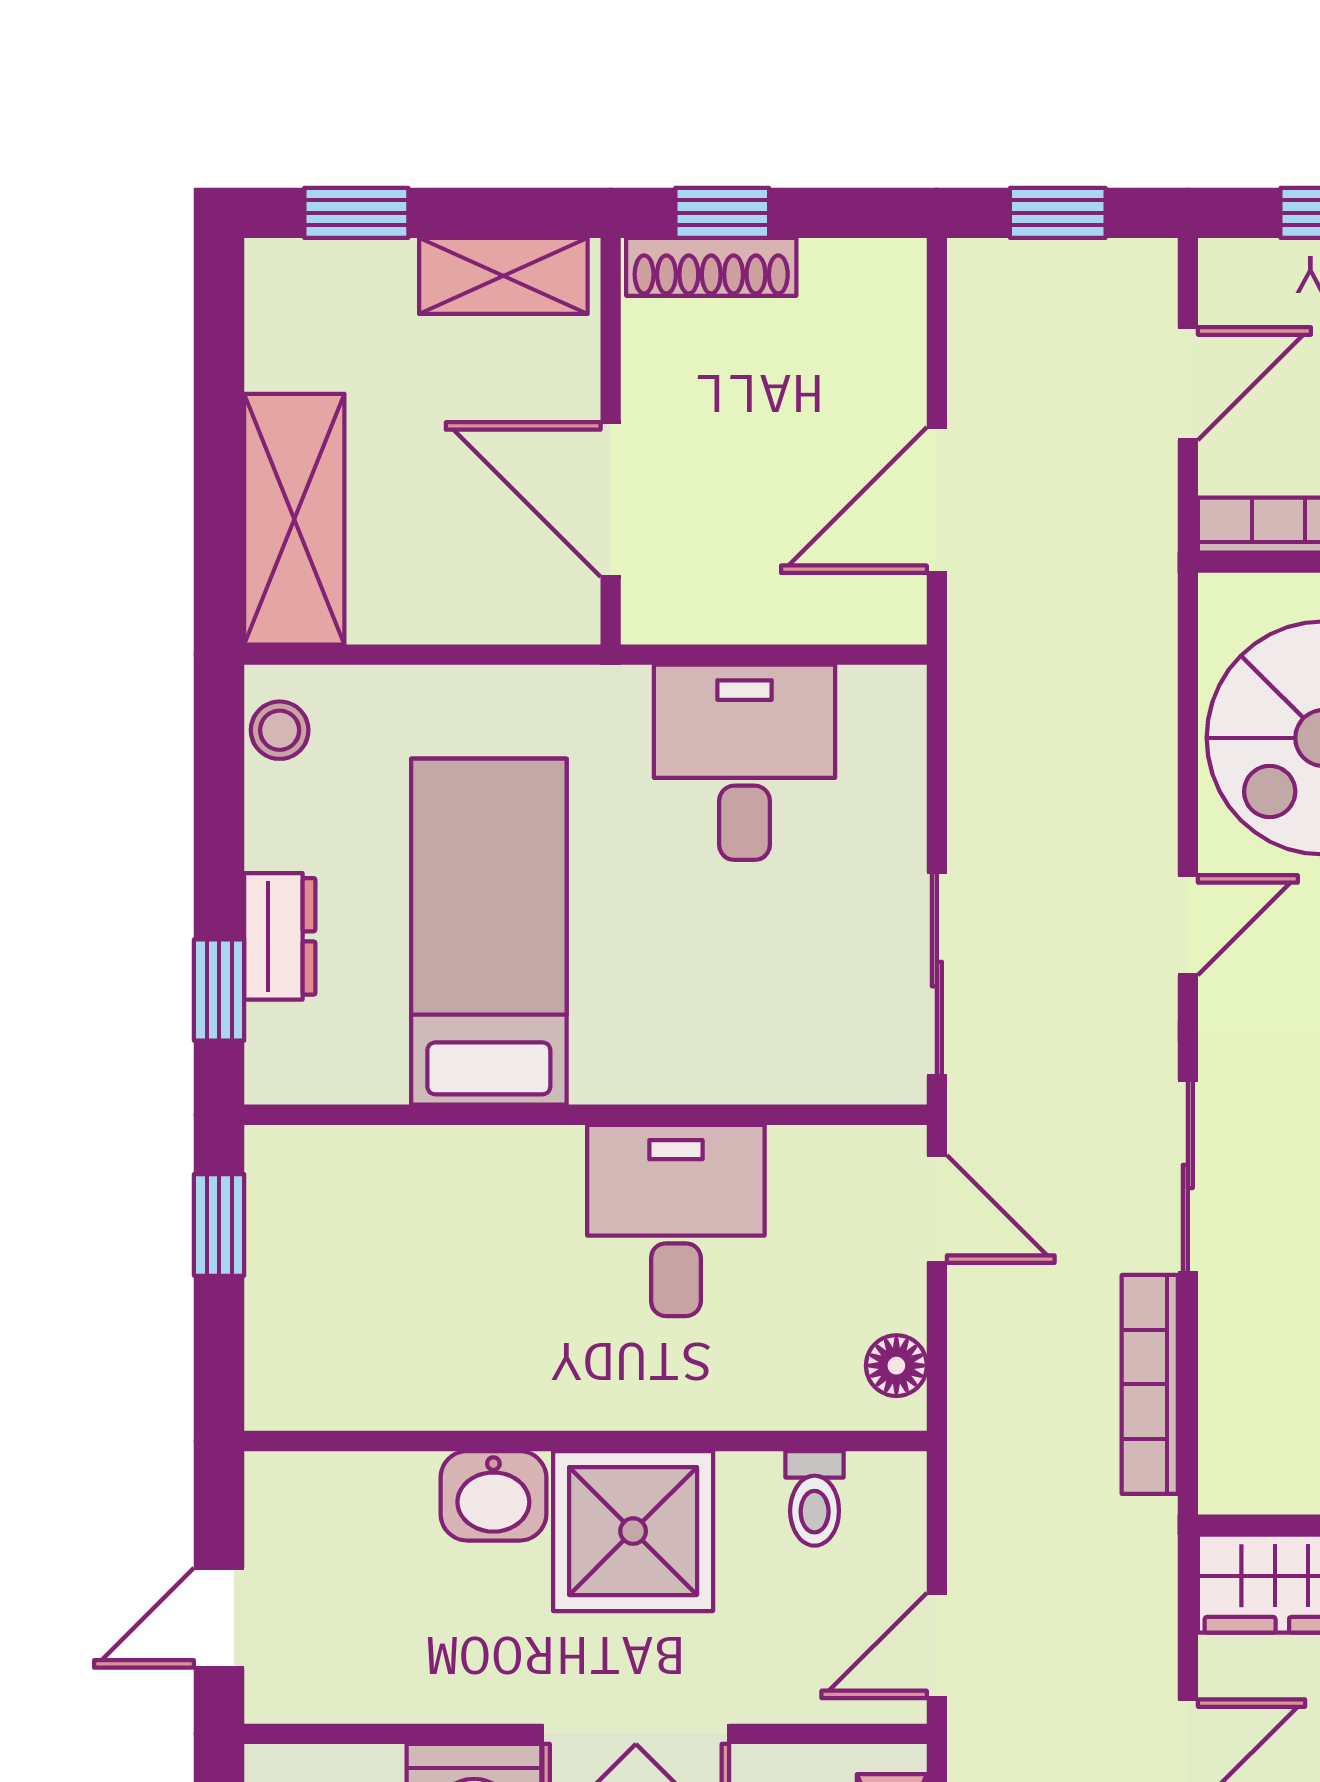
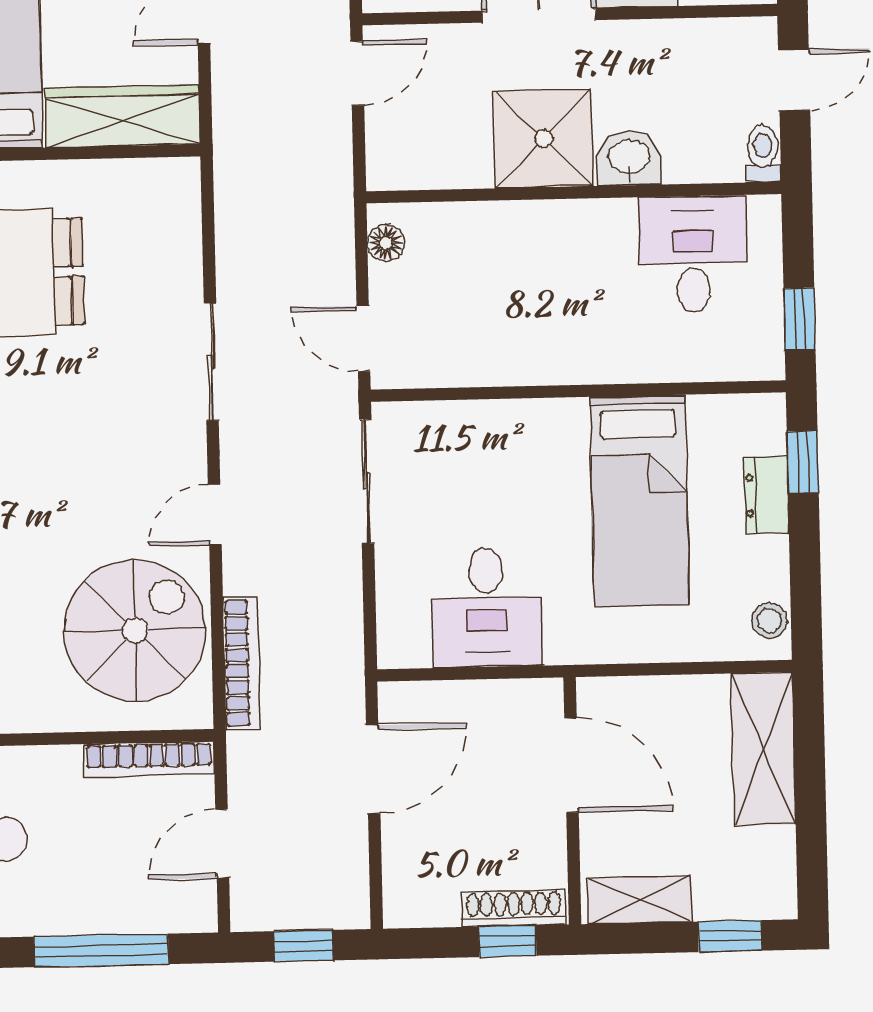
desk: (676, 1220) -> (693, 254), moved, turned 180
bookcase: (1150, 1384) -> (241, 663), moved
toilet: (815, 1498) -> (763, 153), moved

